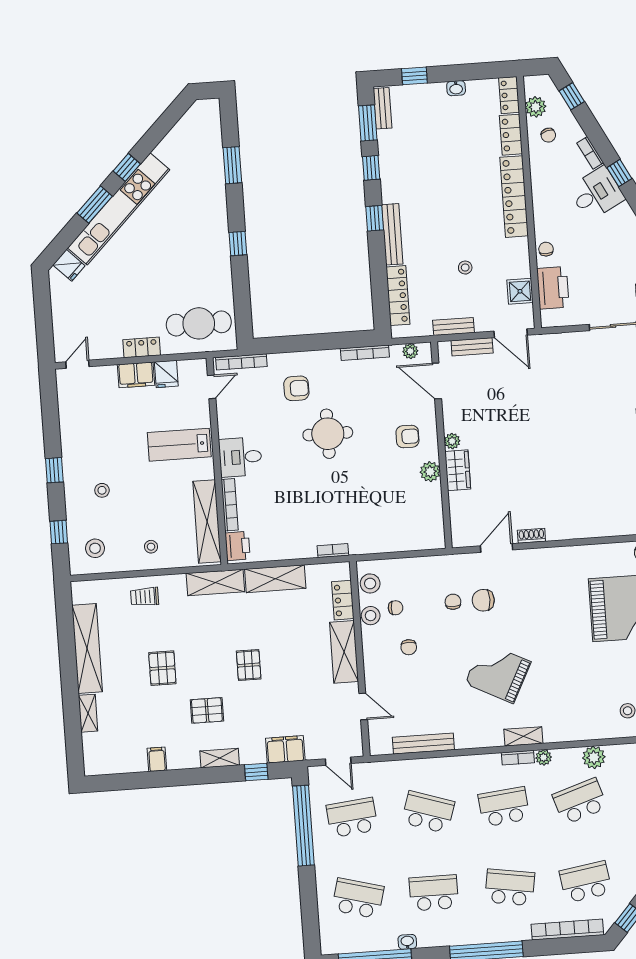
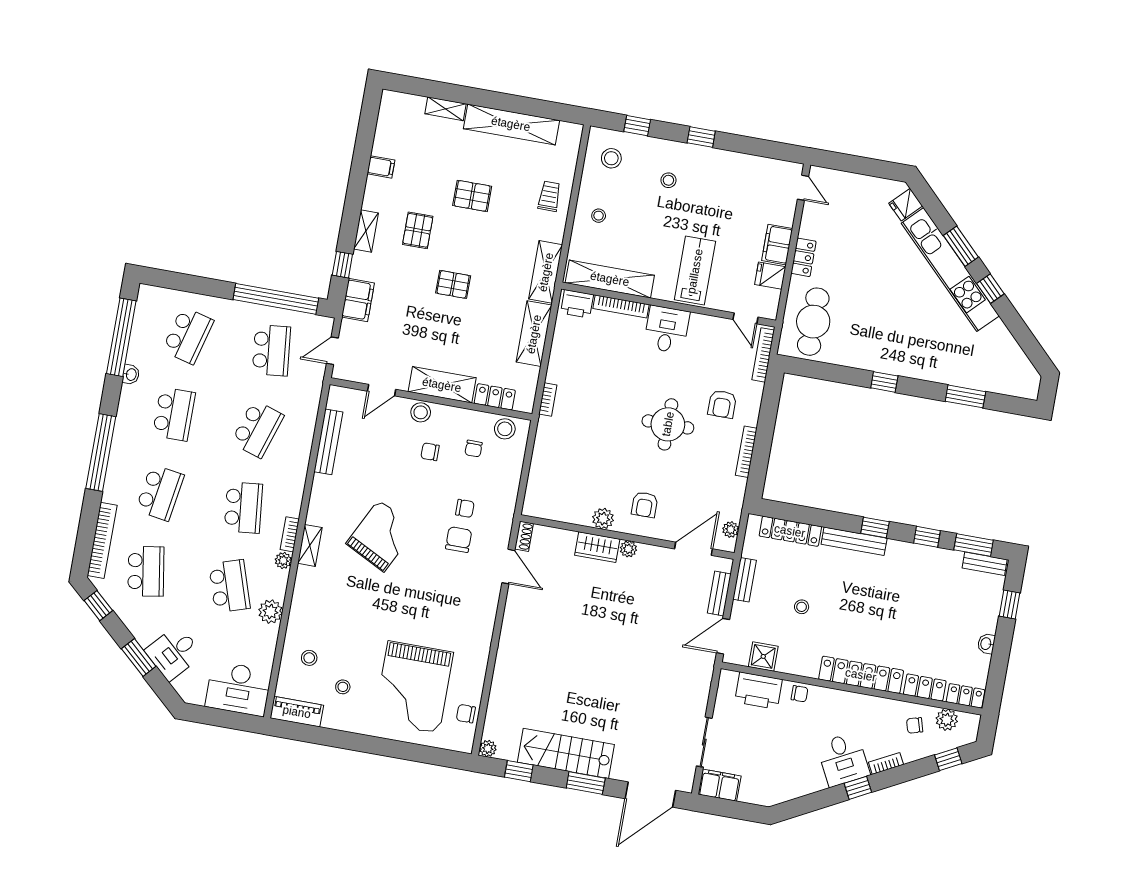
bookcase: (365, 353) -> (746, 452), moved
shoe rack: (531, 536) -> (524, 536), moved
stool: (371, 616) -> (421, 412), moved

